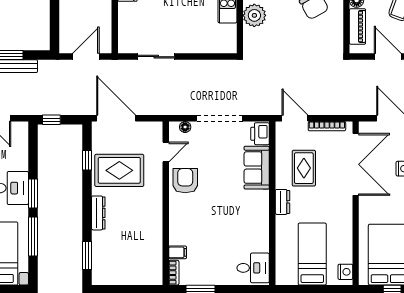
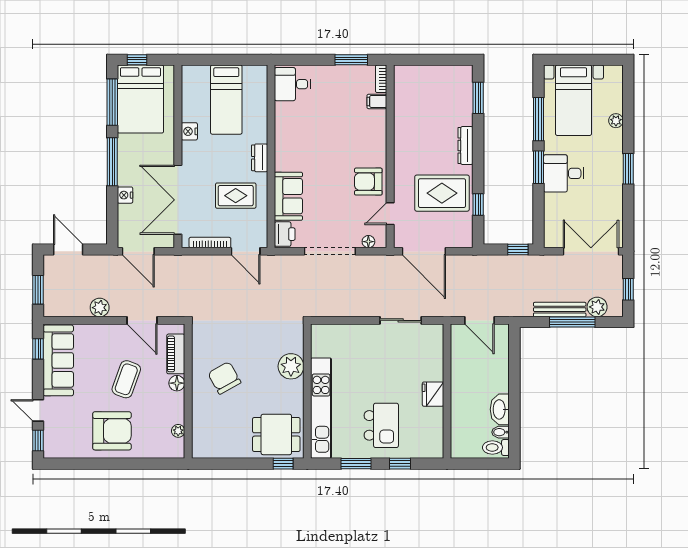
door: (86, 57) -> (479, 320), hinge flipped
door: (116, 118) -> (424, 251), moved
rug: (304, 168) -> (236, 196), turned 90
armchair: (185, 181) -> (368, 182), turned 90
nightstand: (345, 272) -> (189, 131), moved

